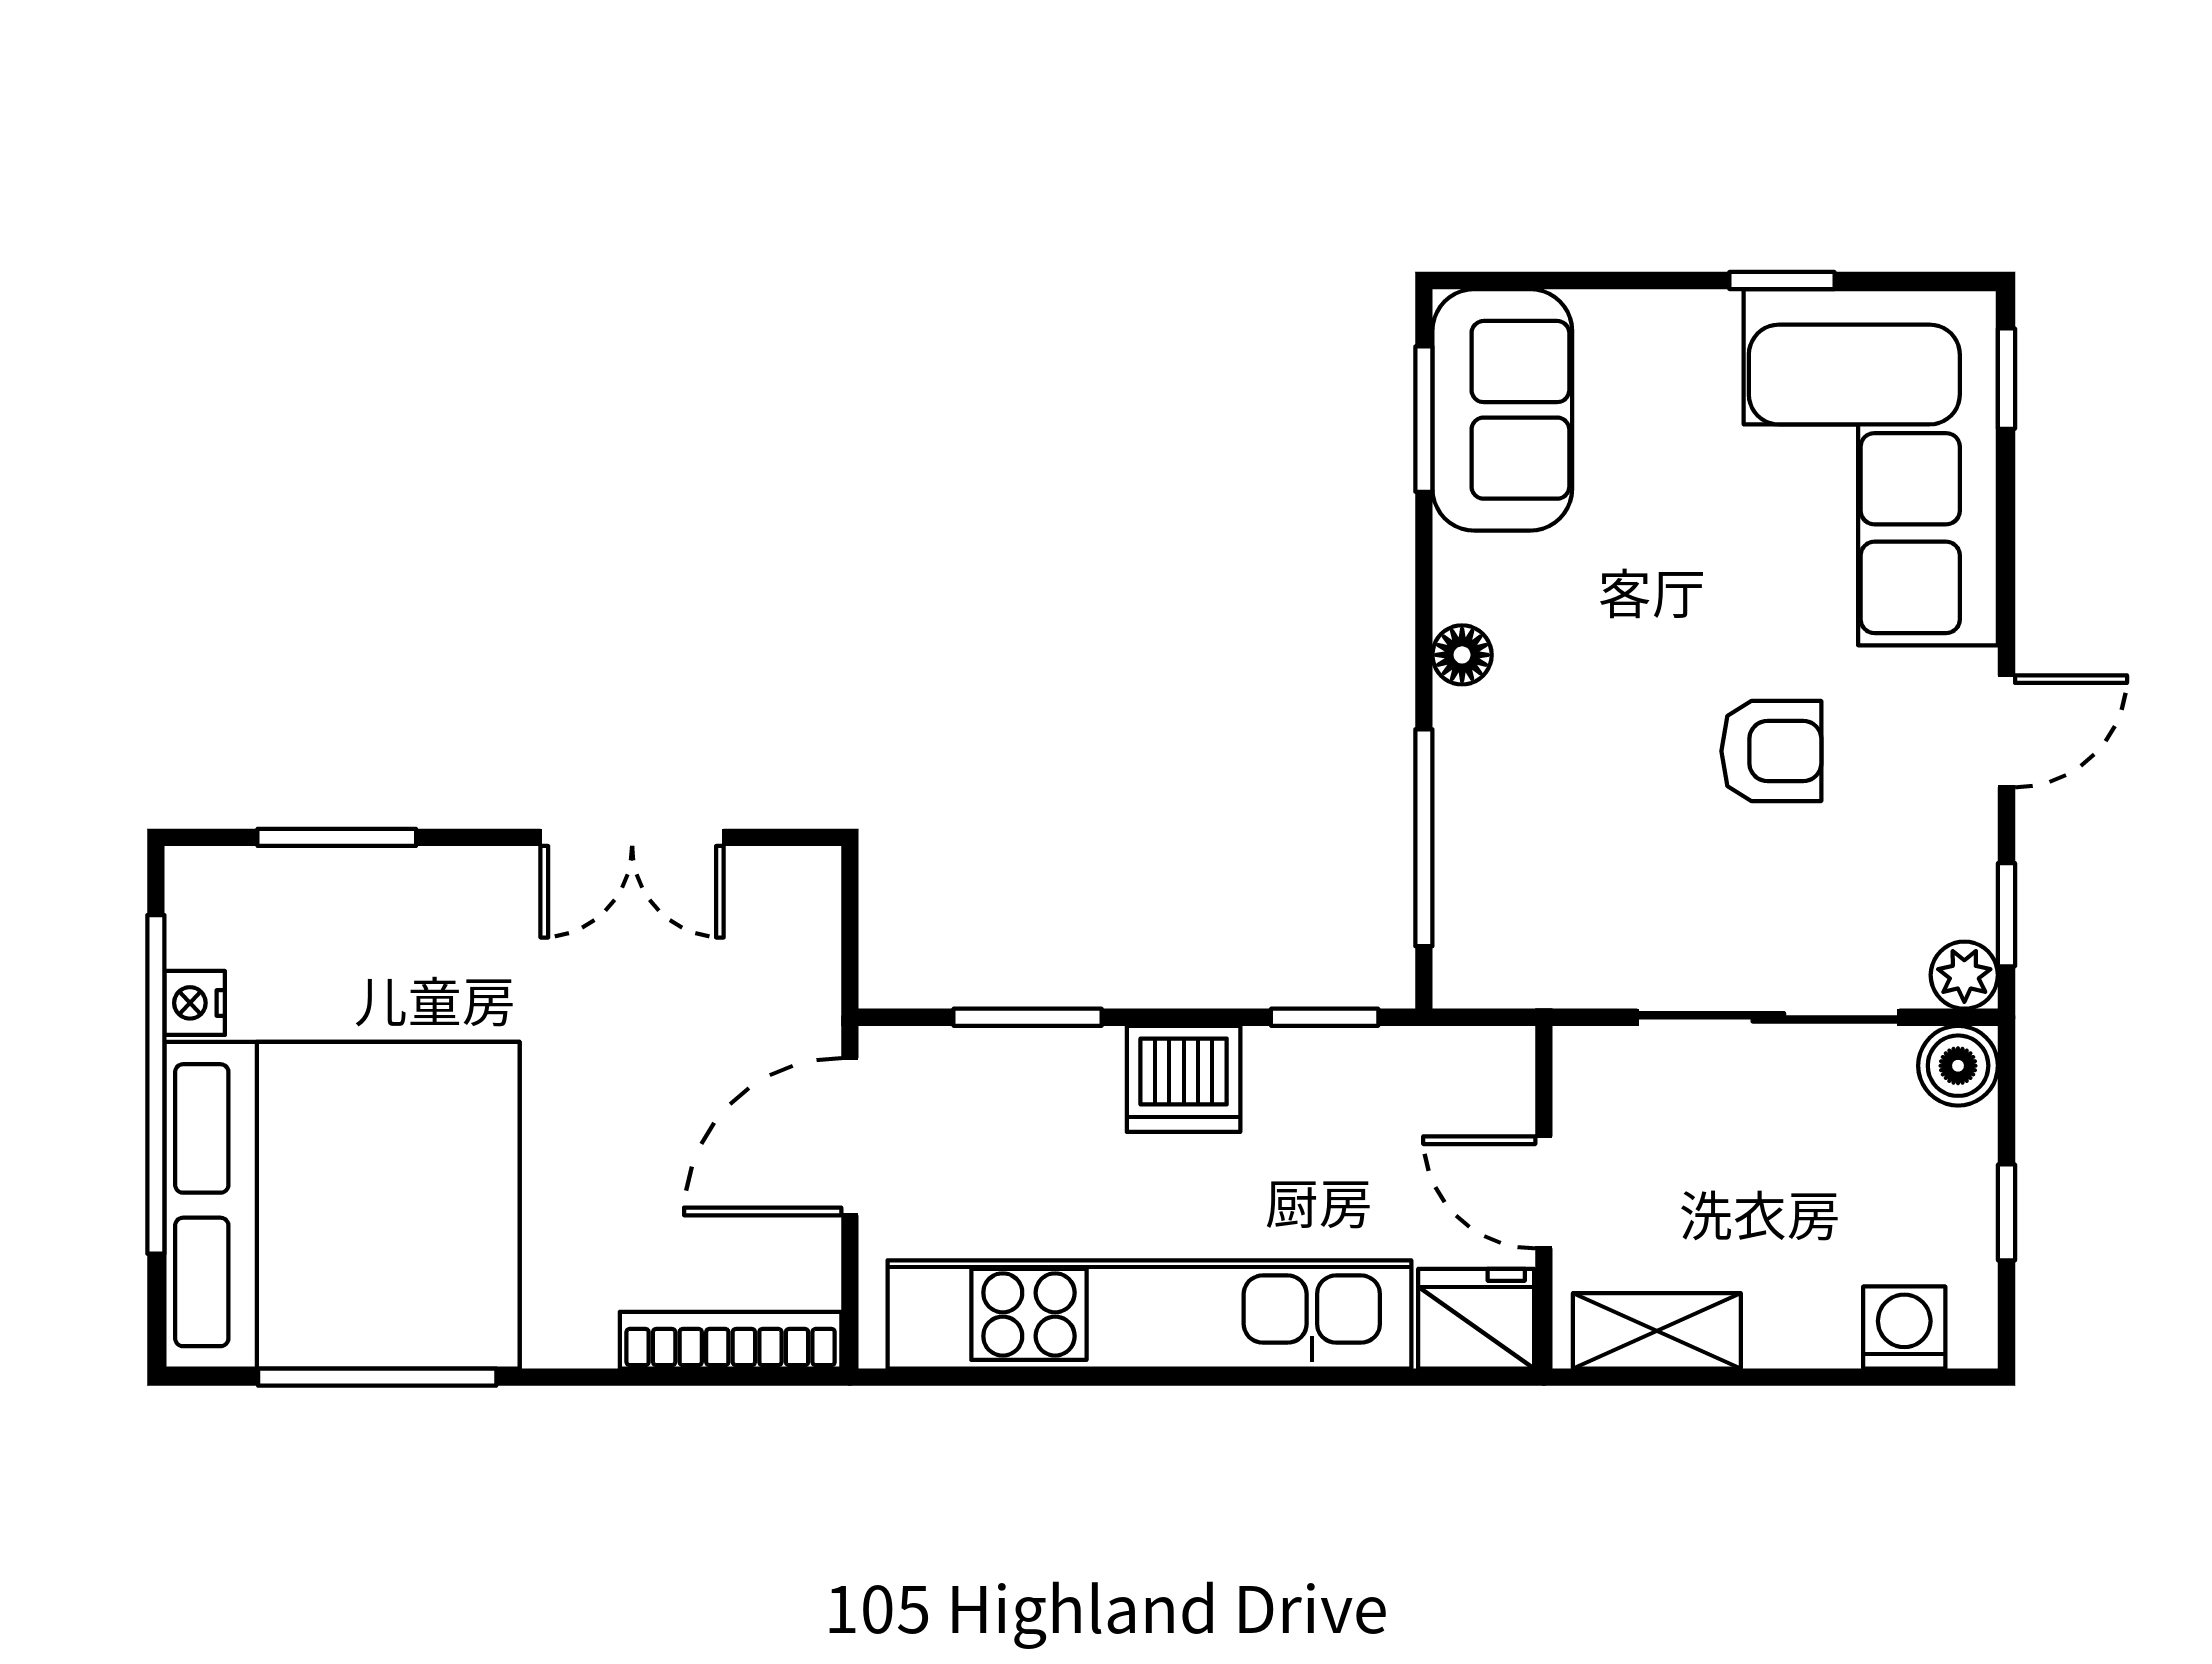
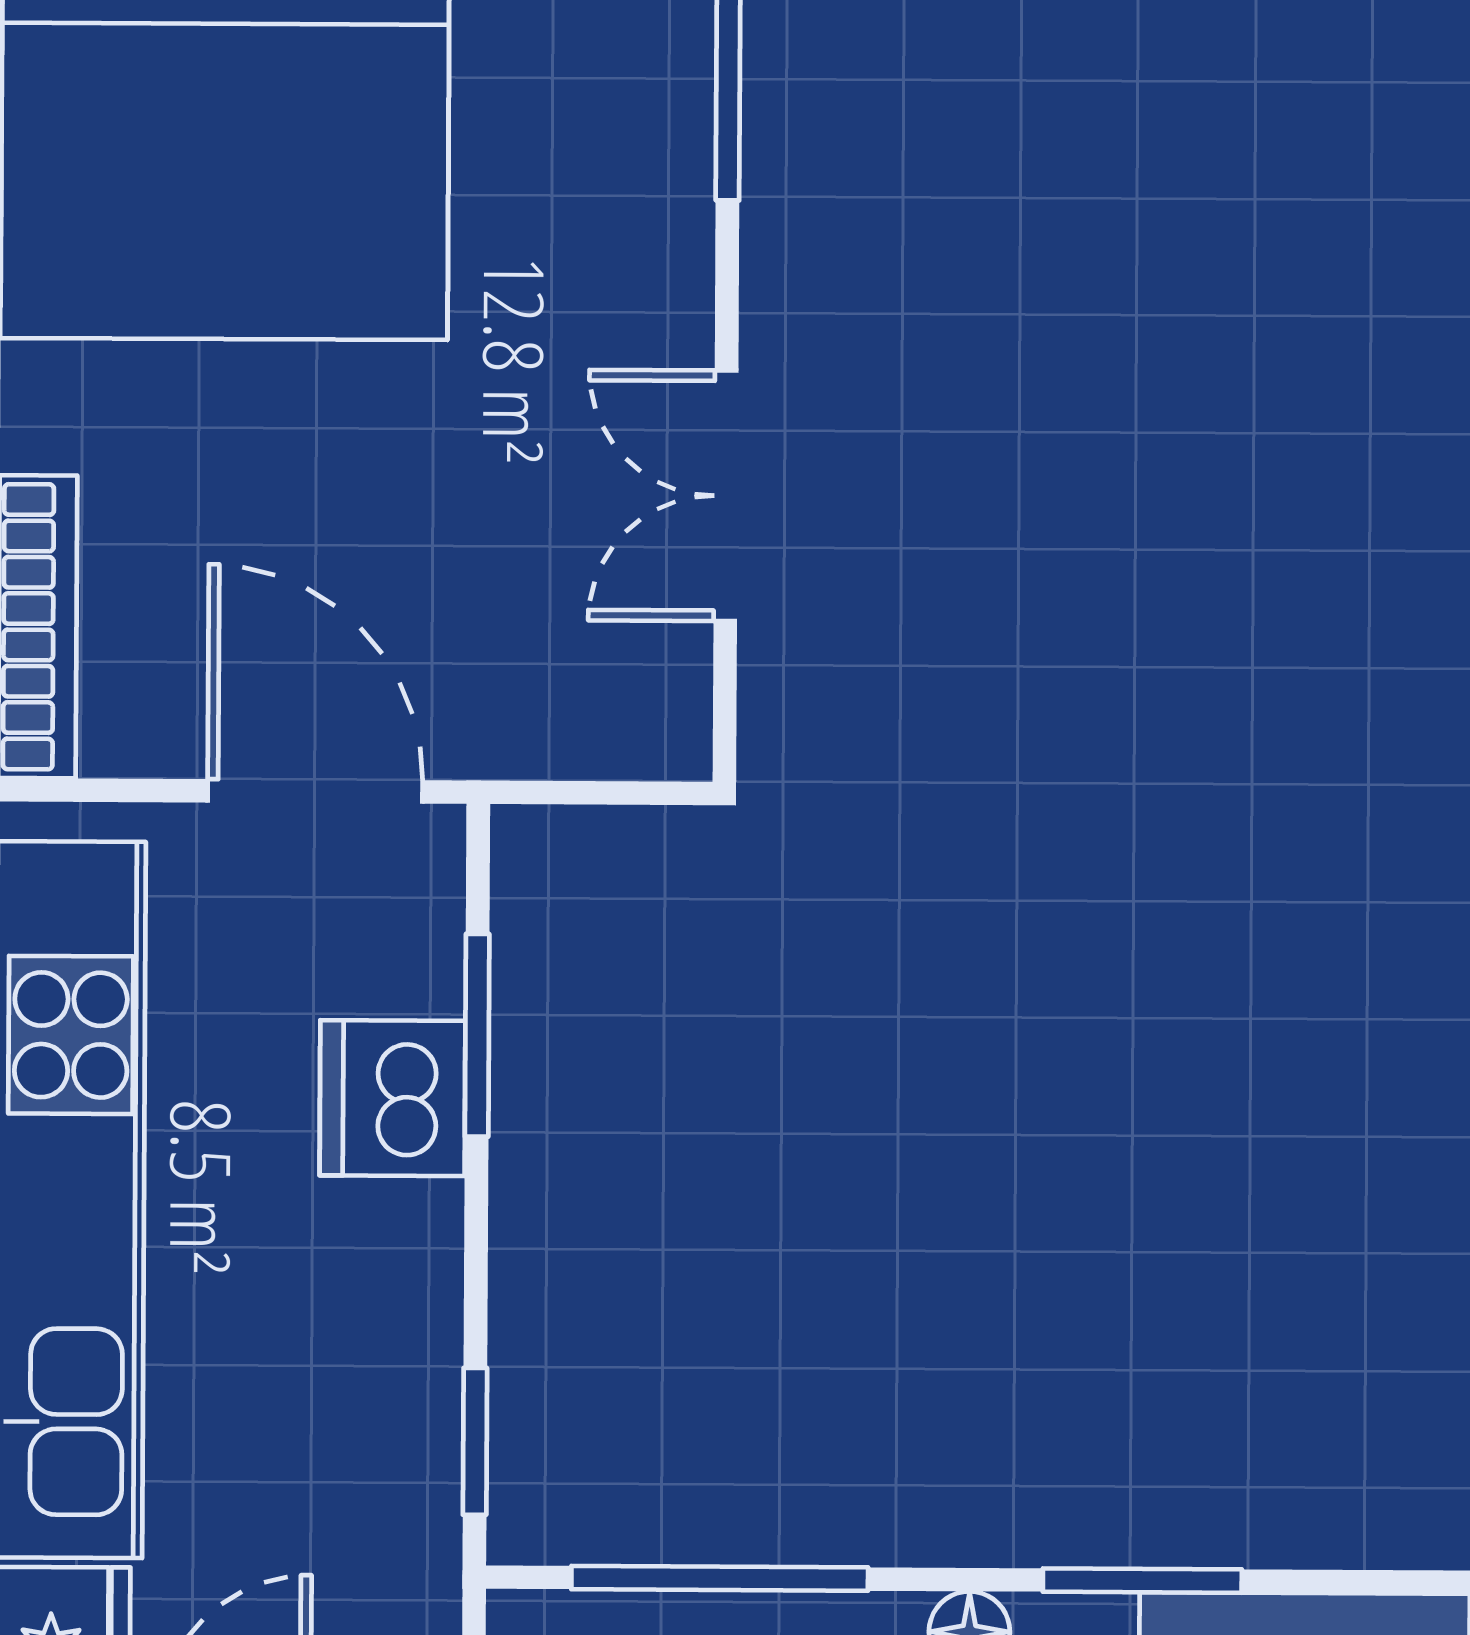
window: (1424, 419) -> (1142, 1581), moved
dishwasher: (1184, 1079) -> (392, 1098), moved

